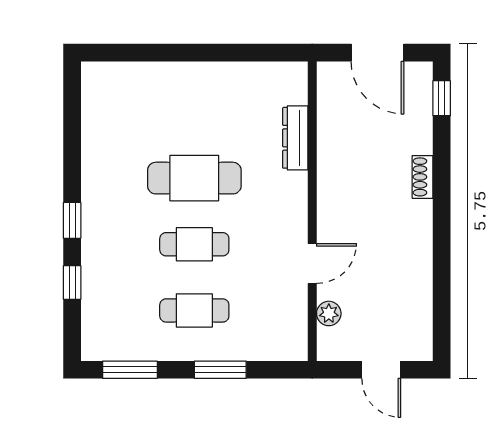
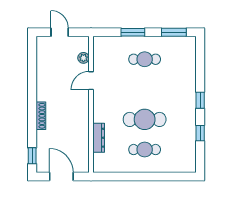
shoe rack: (423, 177) -> (41, 116), width x1.43
cafe table: (194, 244) -> (145, 150), moved
window: (72, 282) -> (200, 133), moved

